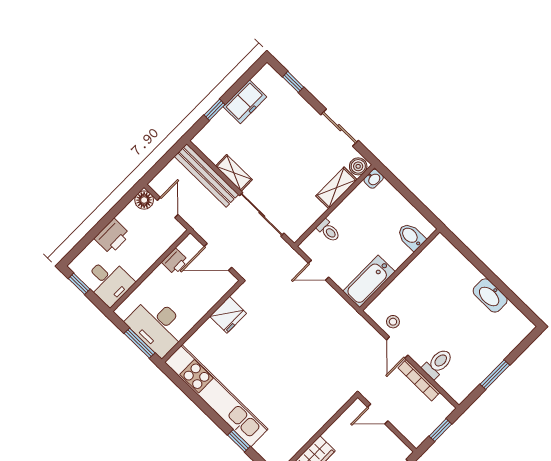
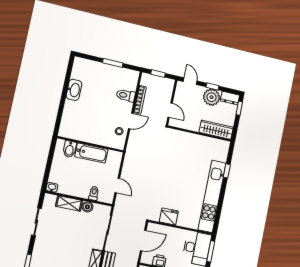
boiler: (358, 166) -> (87, 207), moved
door: (218, 257) -> (143, 241), hinge flipped
bathtub: (369, 281) -> (91, 153), moved

